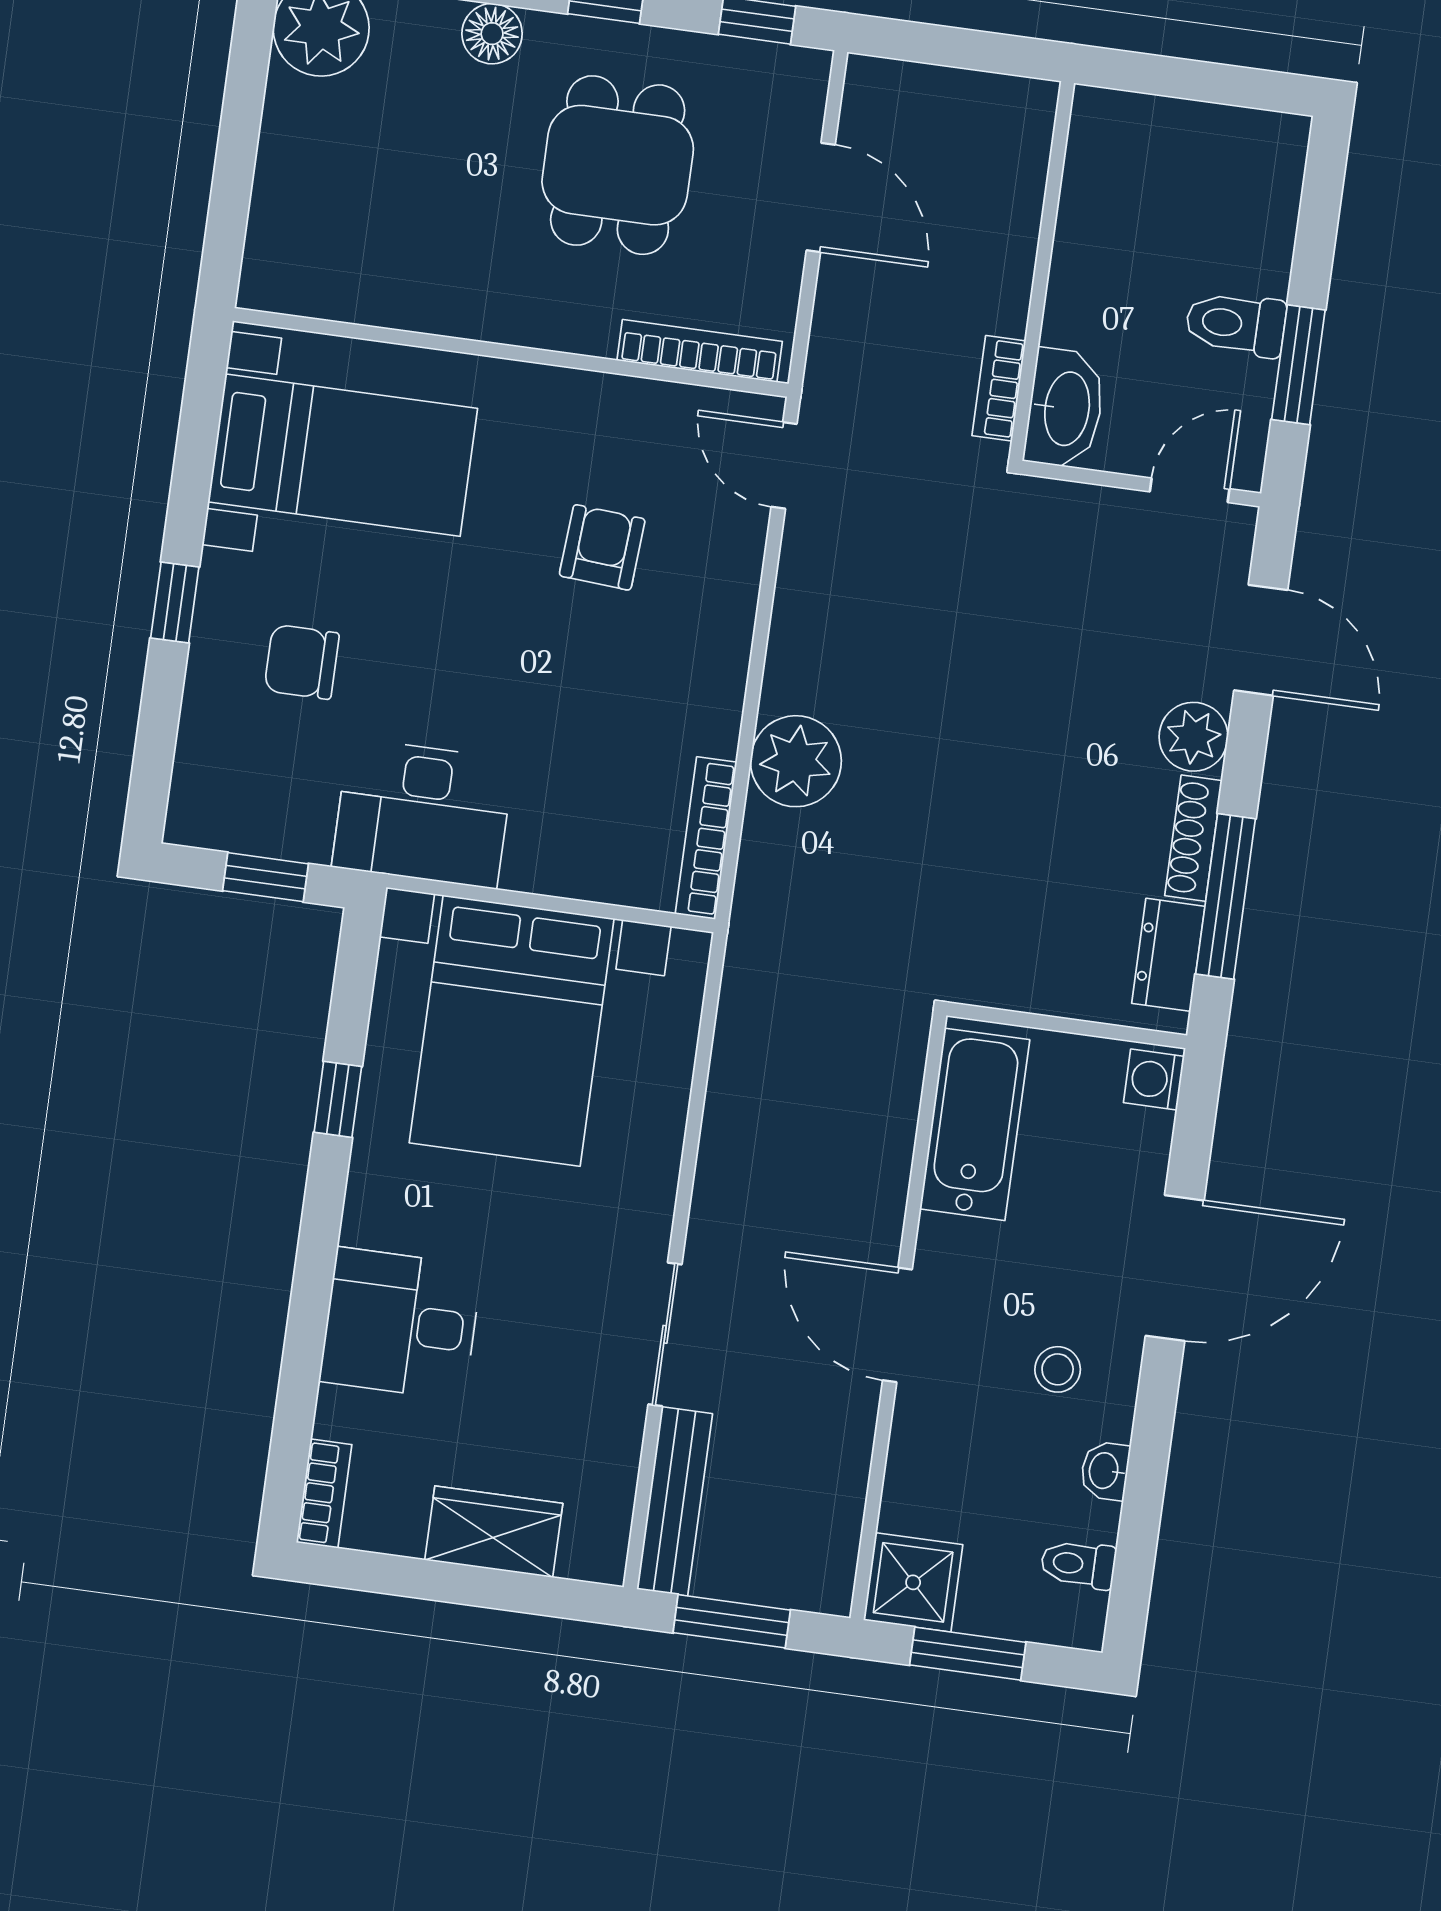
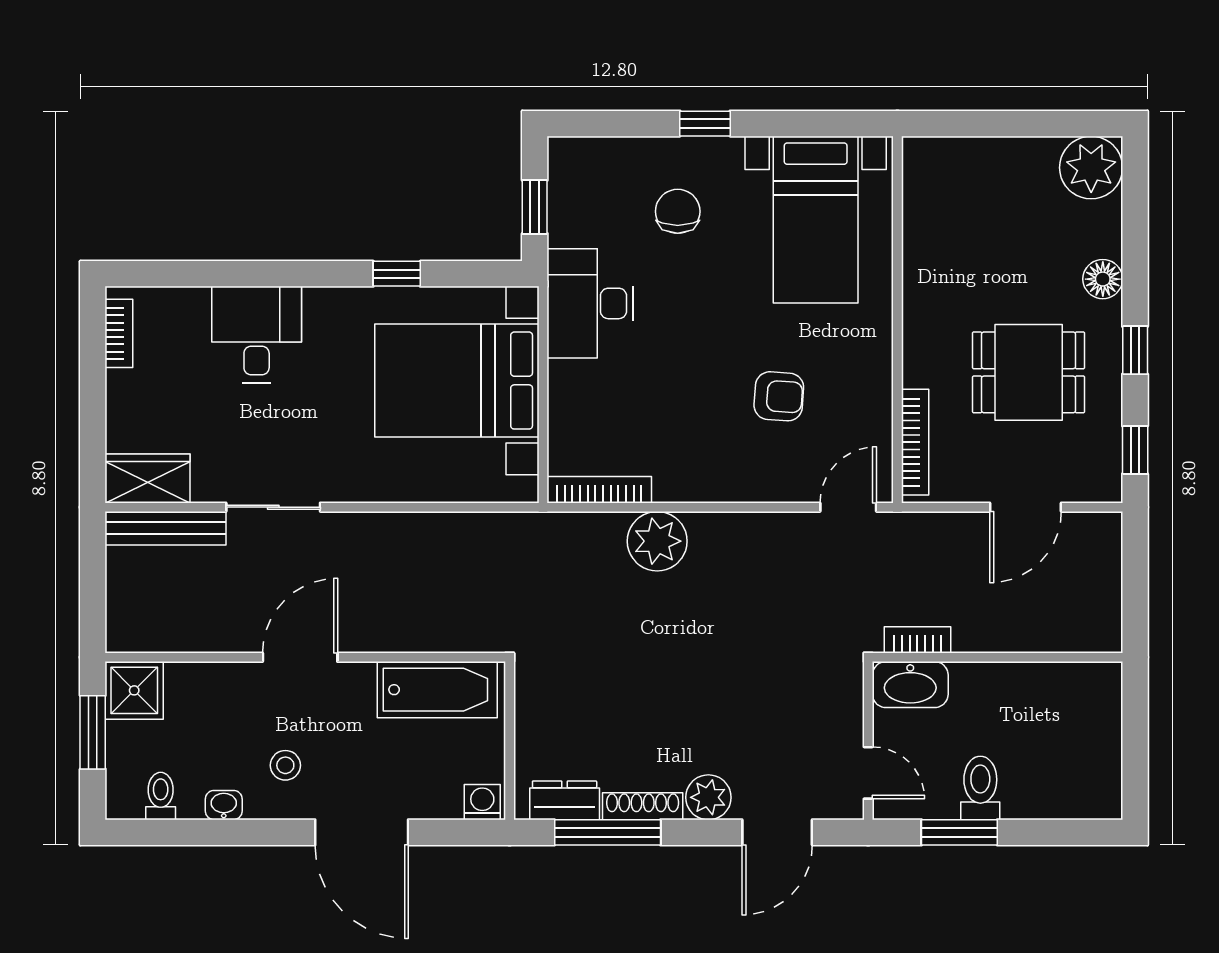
bookcase: (324, 1493) -> (119, 333), moved, turned -90
wardrobe: (494, 1532) -> (148, 478), moved, turned -90
window: (732, 1621) -> (93, 576), removed

